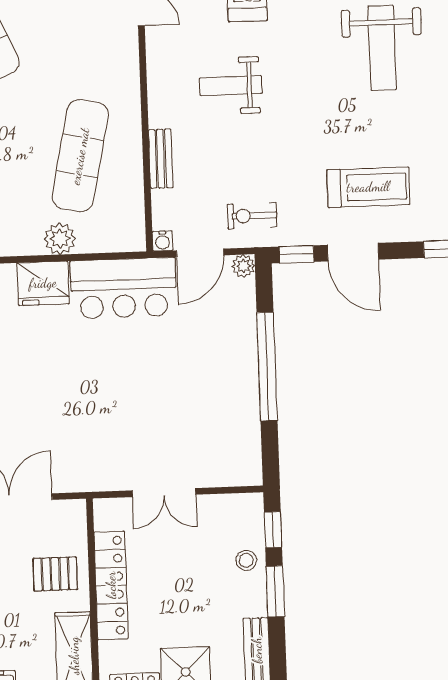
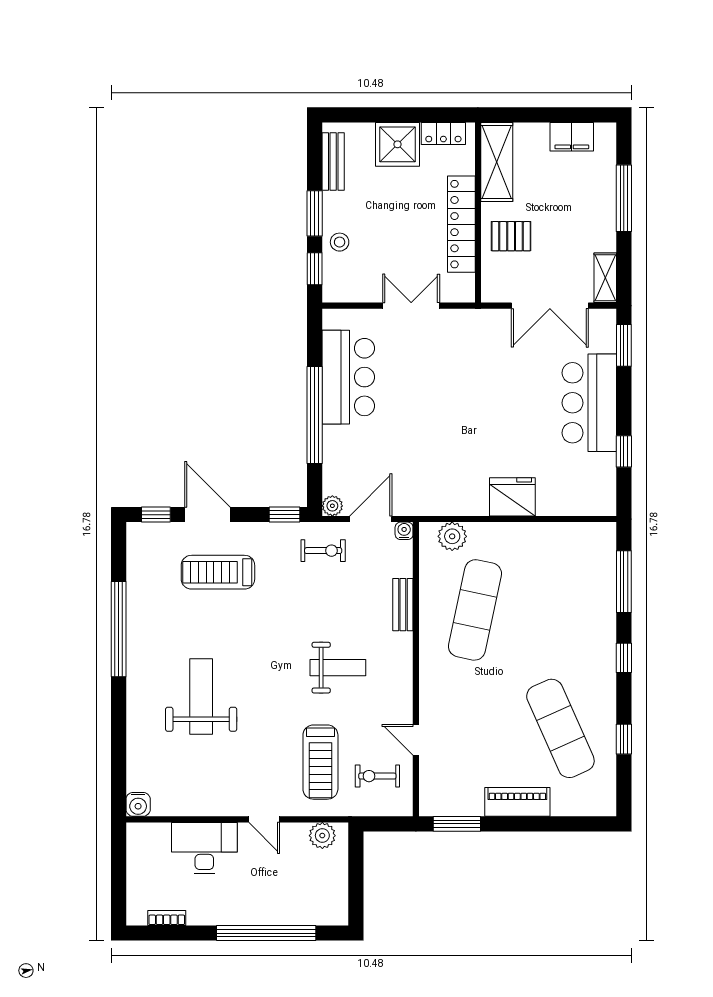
plant: (60, 239) -> (452, 536), moved
door: (353, 252) -> (207, 515), moved
bar counter: (123, 288) -> (348, 377), moved, turned 90

